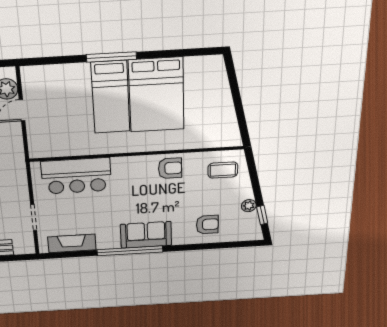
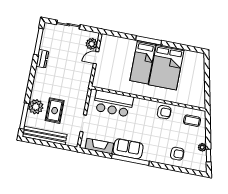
sofa: (146, 235) -> (128, 149), moved

